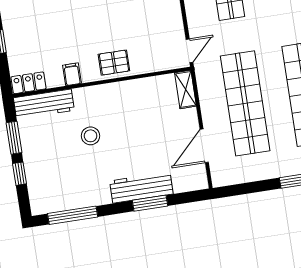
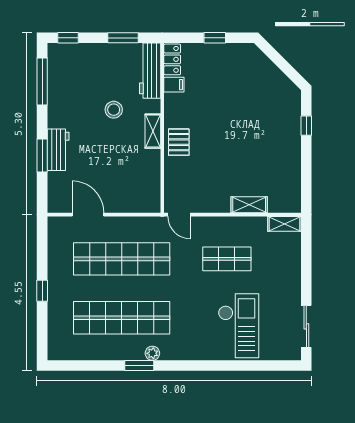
filing cabinet: (72, 74) -> (174, 85), moved
shelving: (185, 89) -> (153, 131), moved, turned 90
window: (20, 174) -> (68, 38), moved
workbench: (141, 187) -> (58, 150), width x0.73

